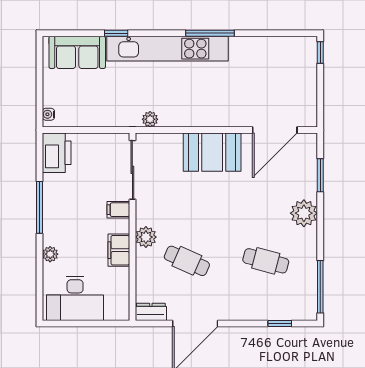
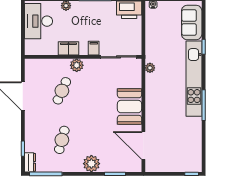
dresser: (151, 312) -> (30, 162), moved

